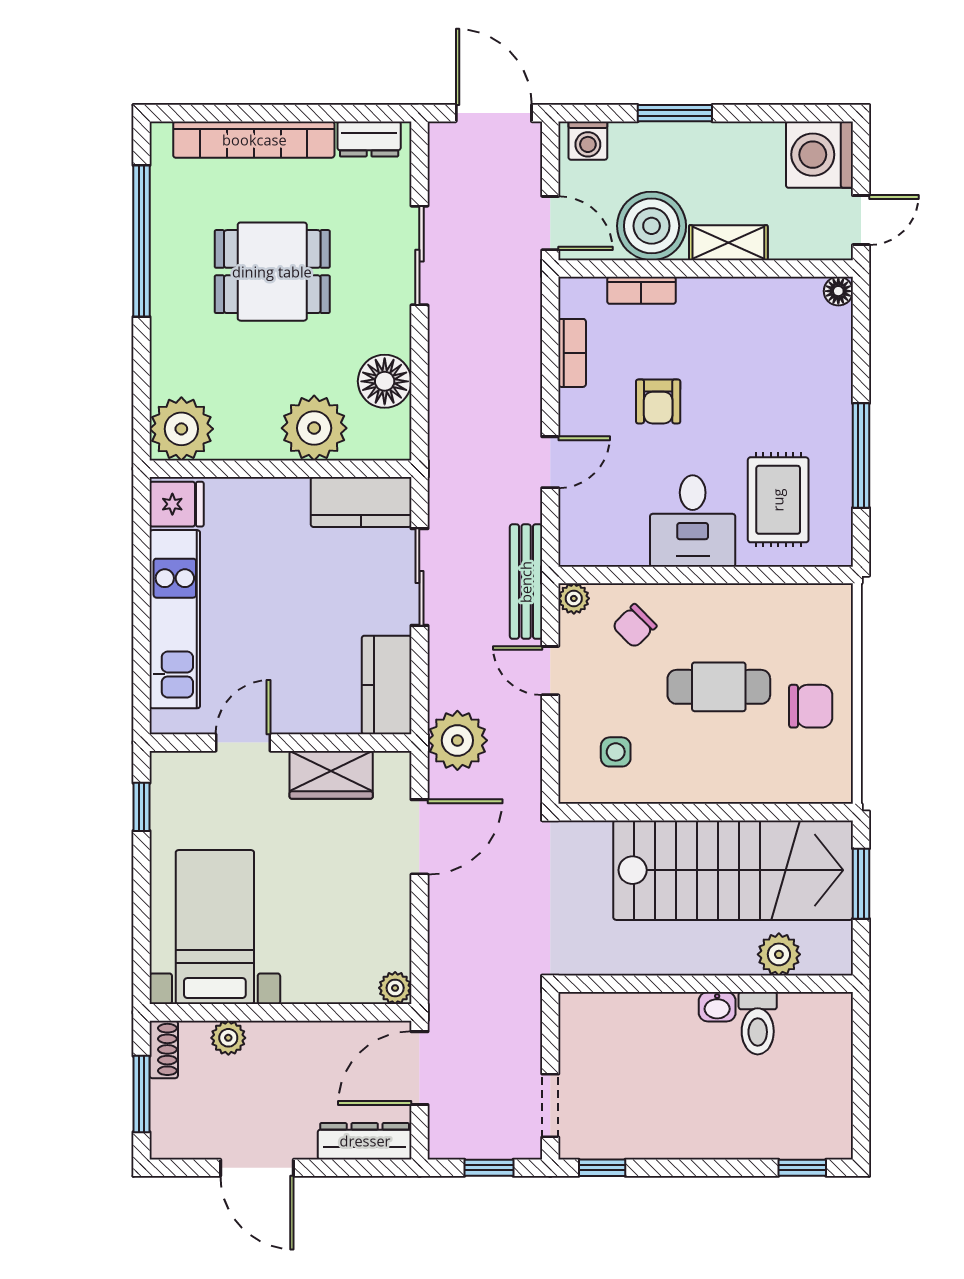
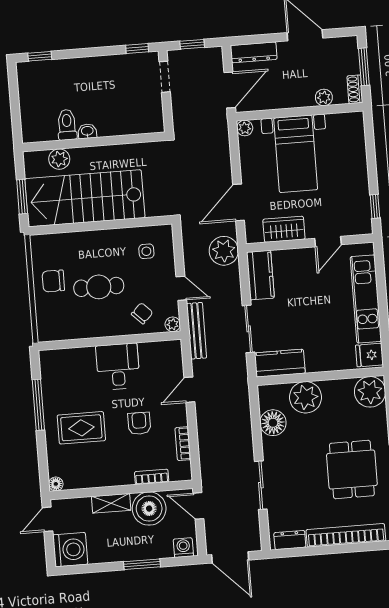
dining table: (272, 272) -> (352, 470), moved, turned 90
rug: (778, 500) -> (81, 428), moved, turned 90
bed with nightstands: (215, 927) -> (296, 154), moved

